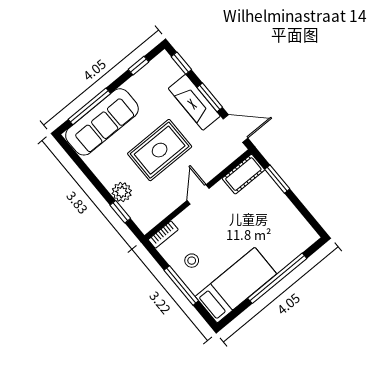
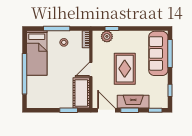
door: (235, 128) -> (106, 110), swing flipped
cot: (243, 174) -> (81, 93), width x1.37, depth x1.34
plant: (122, 192) -> (107, 36), moved
door: (198, 194) -> (91, 70), swing flipped

